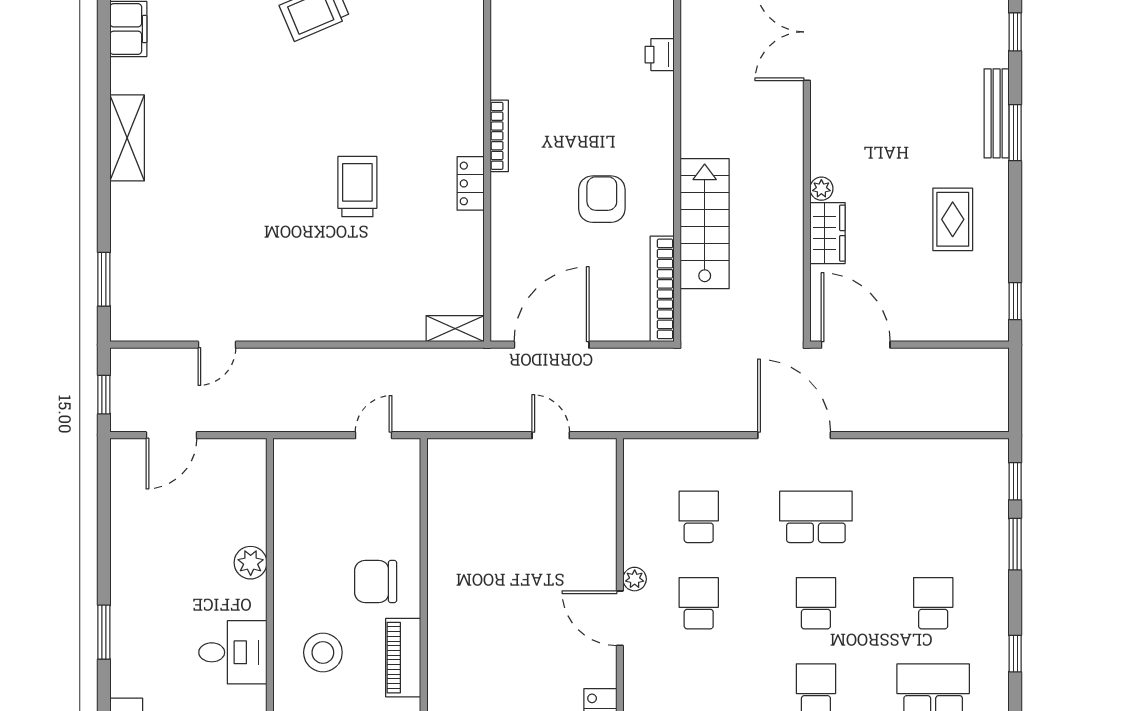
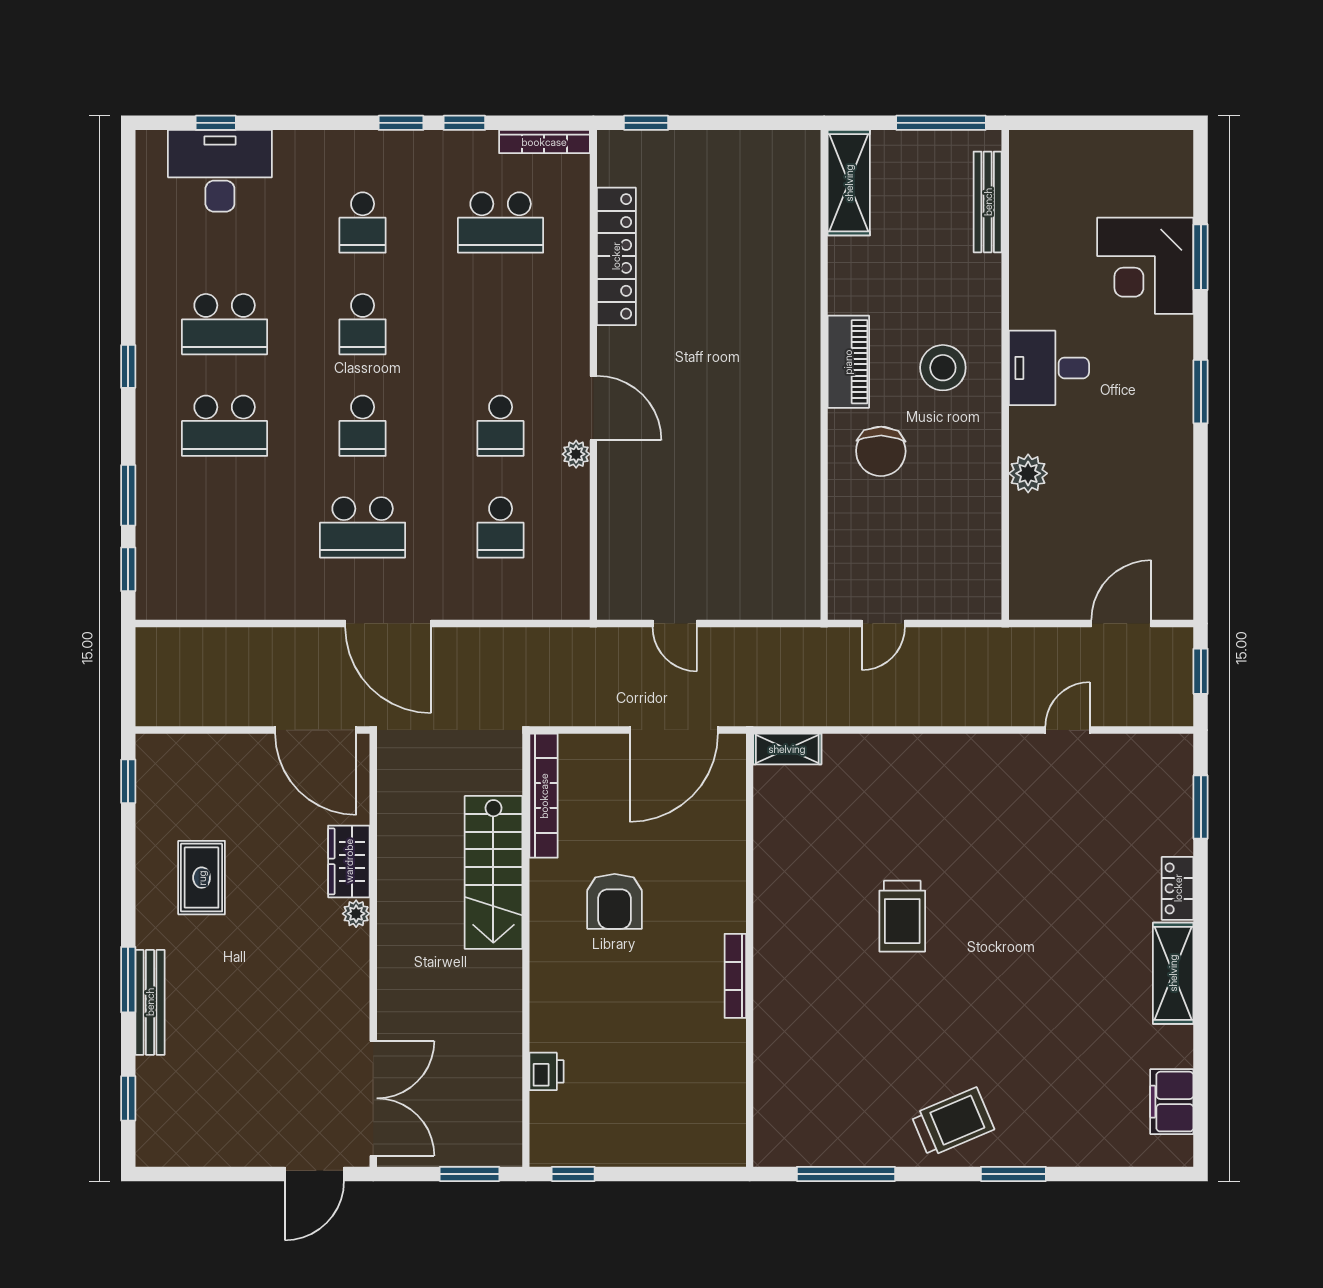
locker: (471, 183) -> (1178, 888), moved, turned 180
chair: (376, 581) -> (881, 451), turned 91
school desk: (933, 603) -> (225, 426), width x1.85

